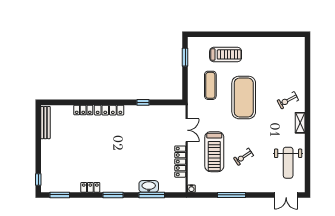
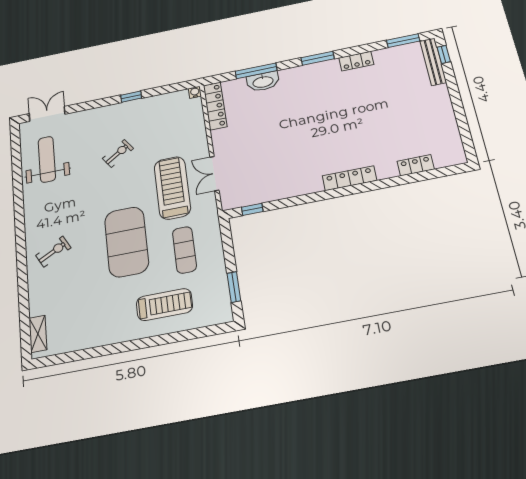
treadmill: (226, 54) -> (164, 305), turned 180
window: (143, 102) -> (252, 209), moved
locker: (83, 110) -> (416, 165), moved
bench: (45, 123) -> (433, 62), moved
shelving: (300, 123) -> (38, 334), moved
treadmill: (214, 152) -> (172, 188), moved
locker: (180, 162) -> (215, 106), moved
window: (232, 195) -> (131, 97), width x0.46

